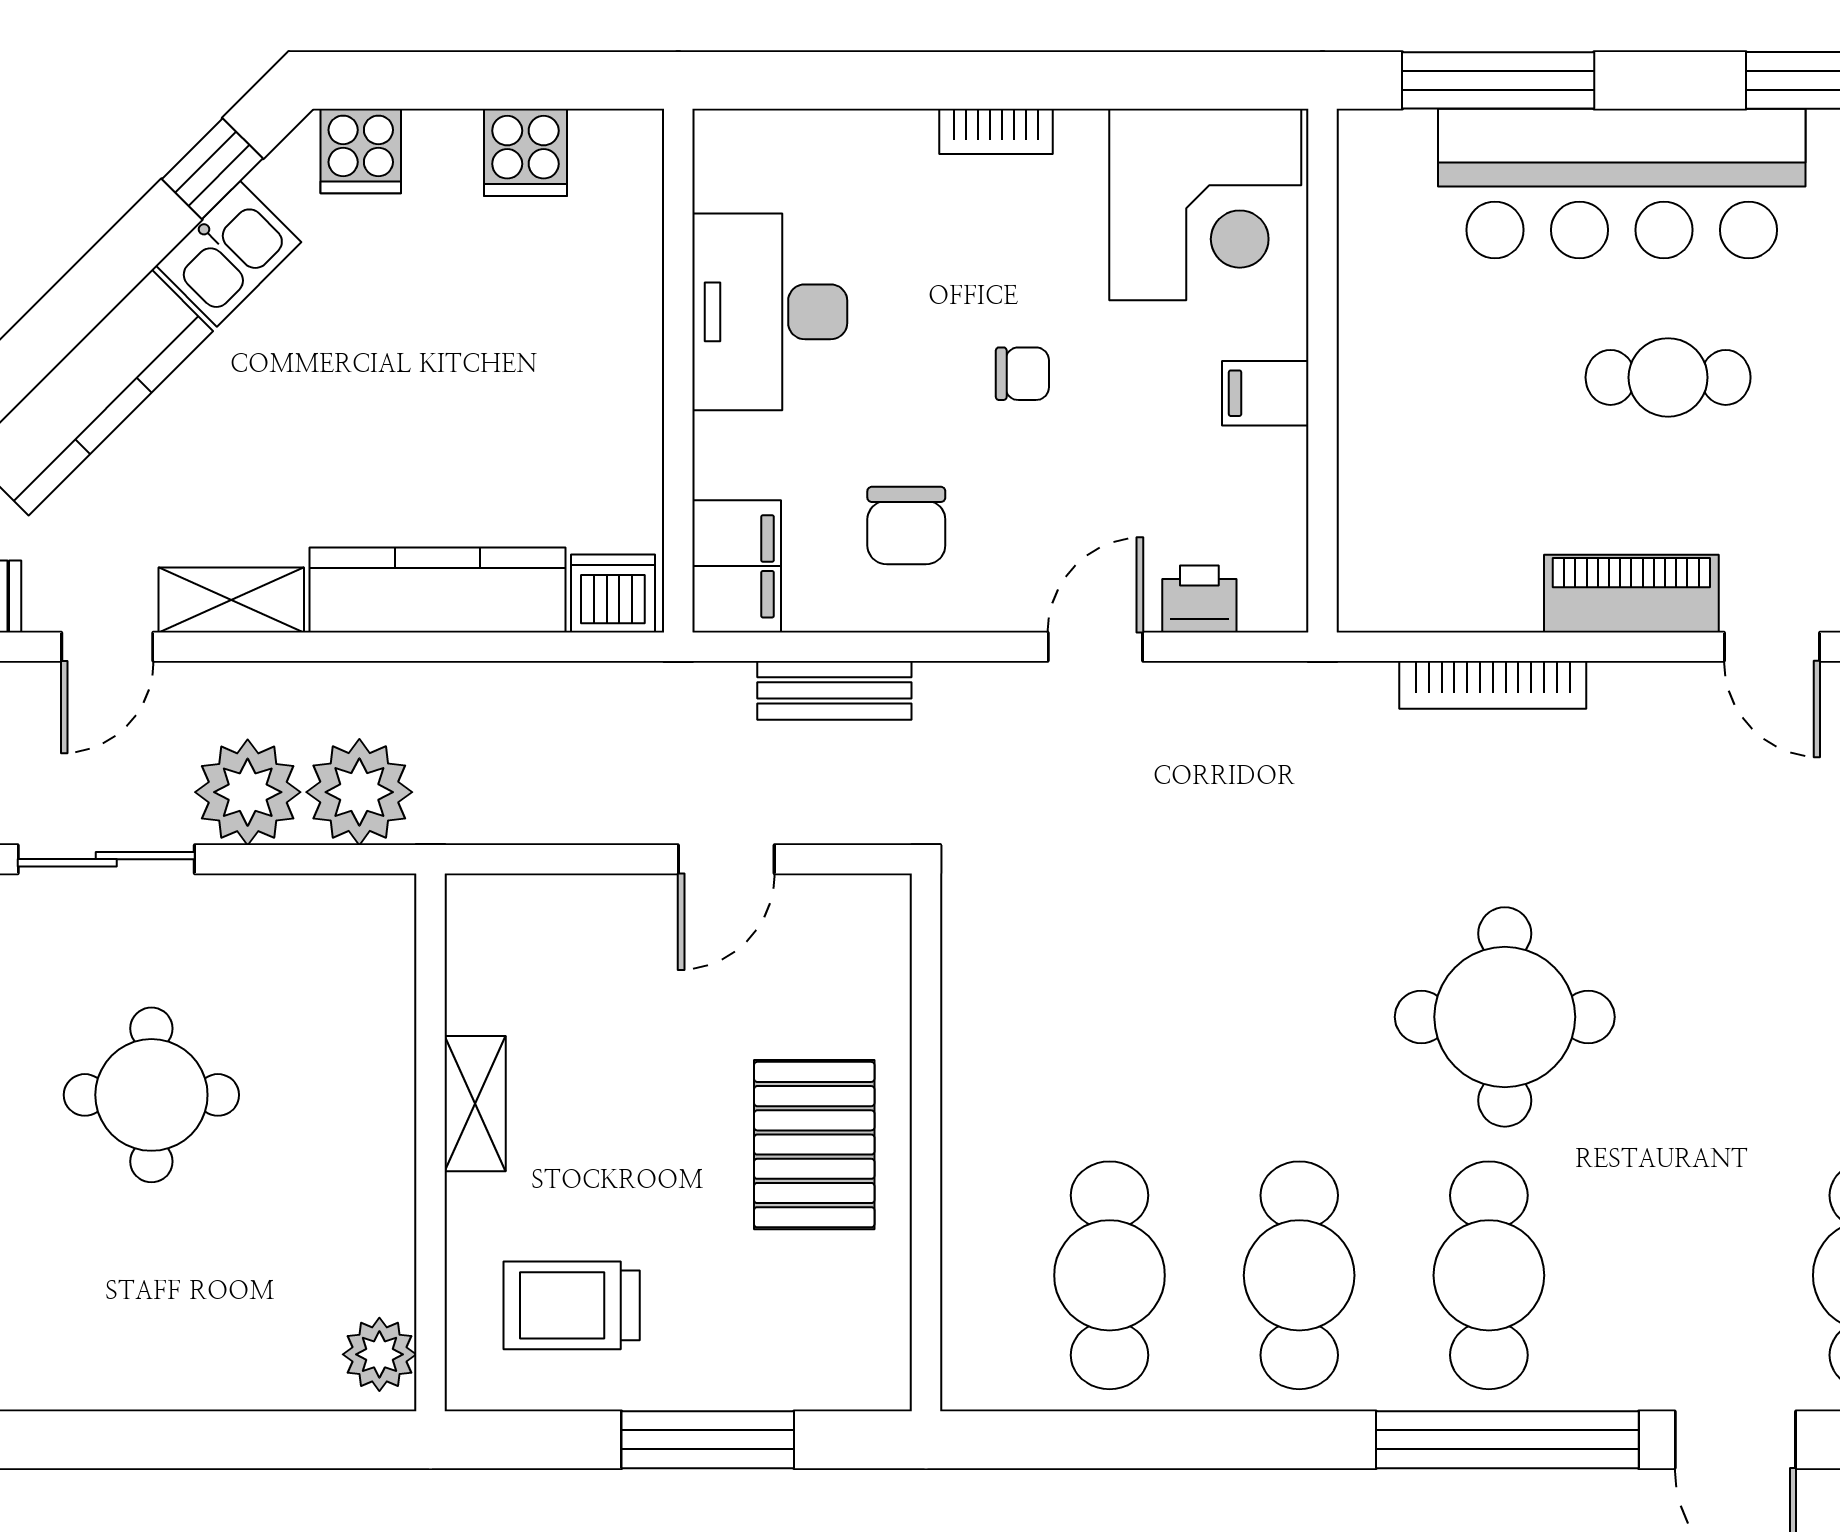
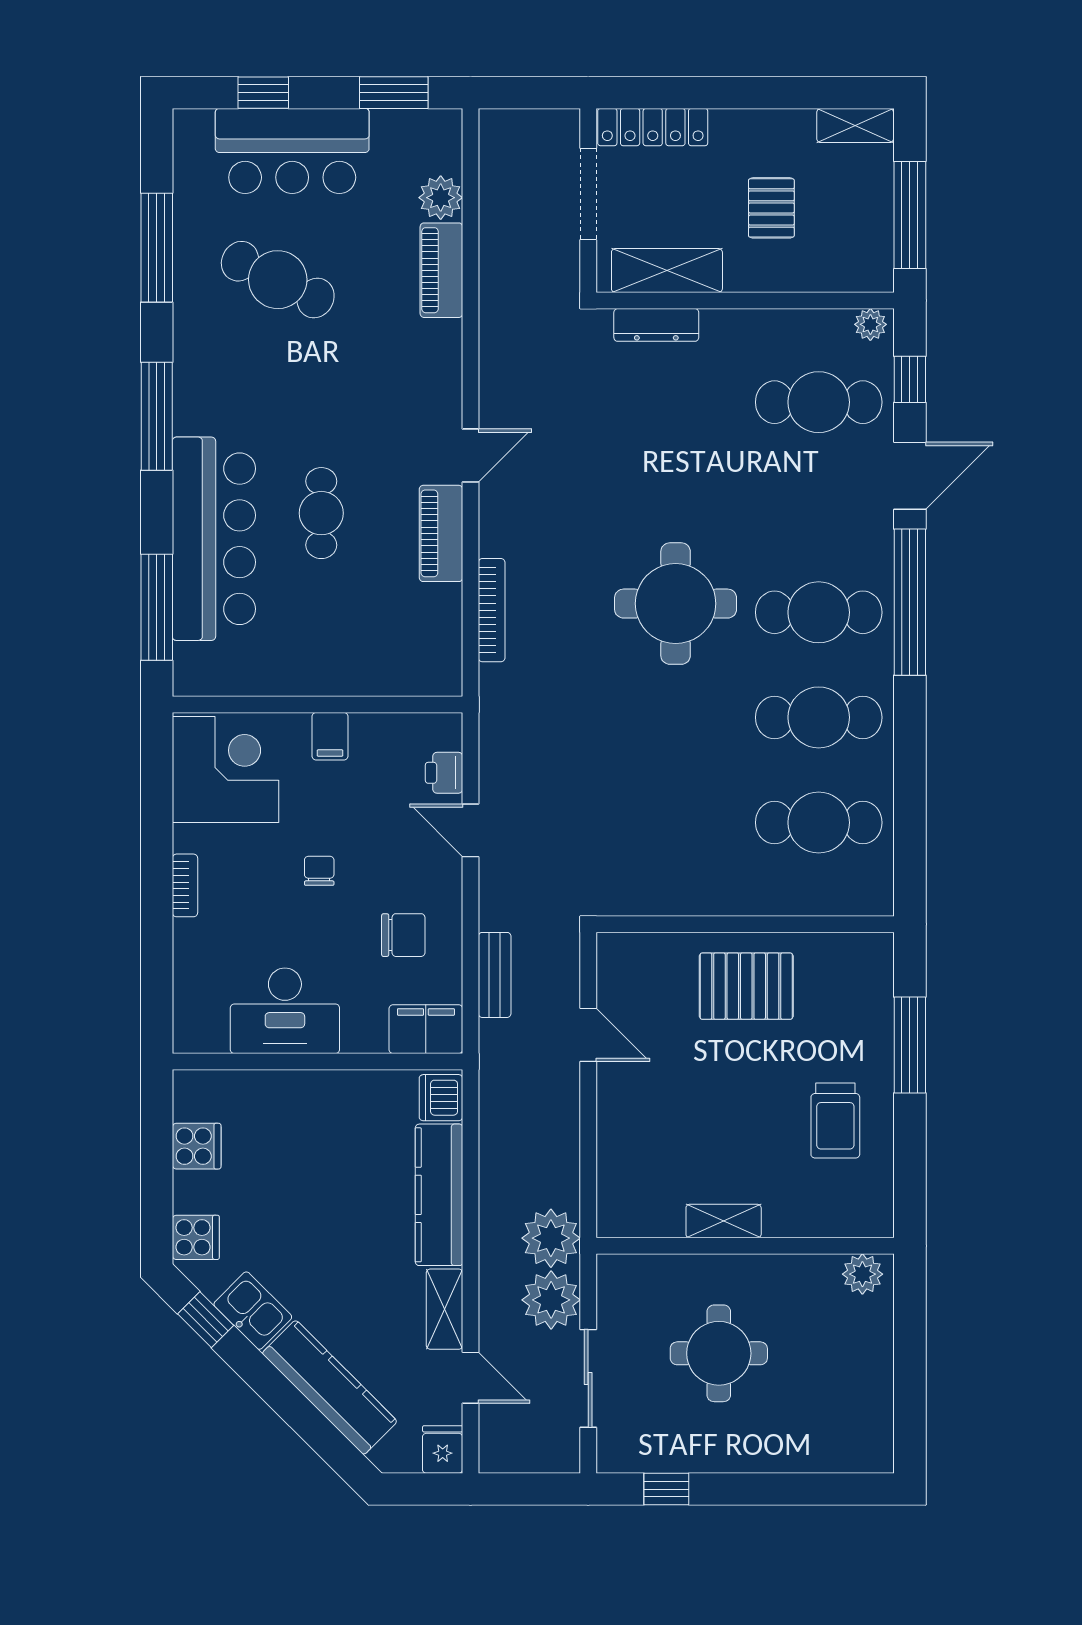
shelving: (475, 1104) -> (724, 1221), moved
wall: (430, 1142) -> (745, 1246), moved
plant: (379, 1354) -> (862, 1274), moved

